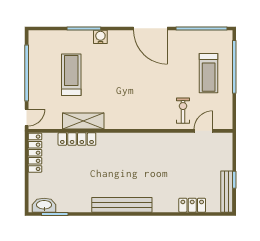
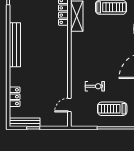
exercise bike: (183, 111) -> (95, 86), moved
door: (203, 131) -> (69, 105), swing flipped

